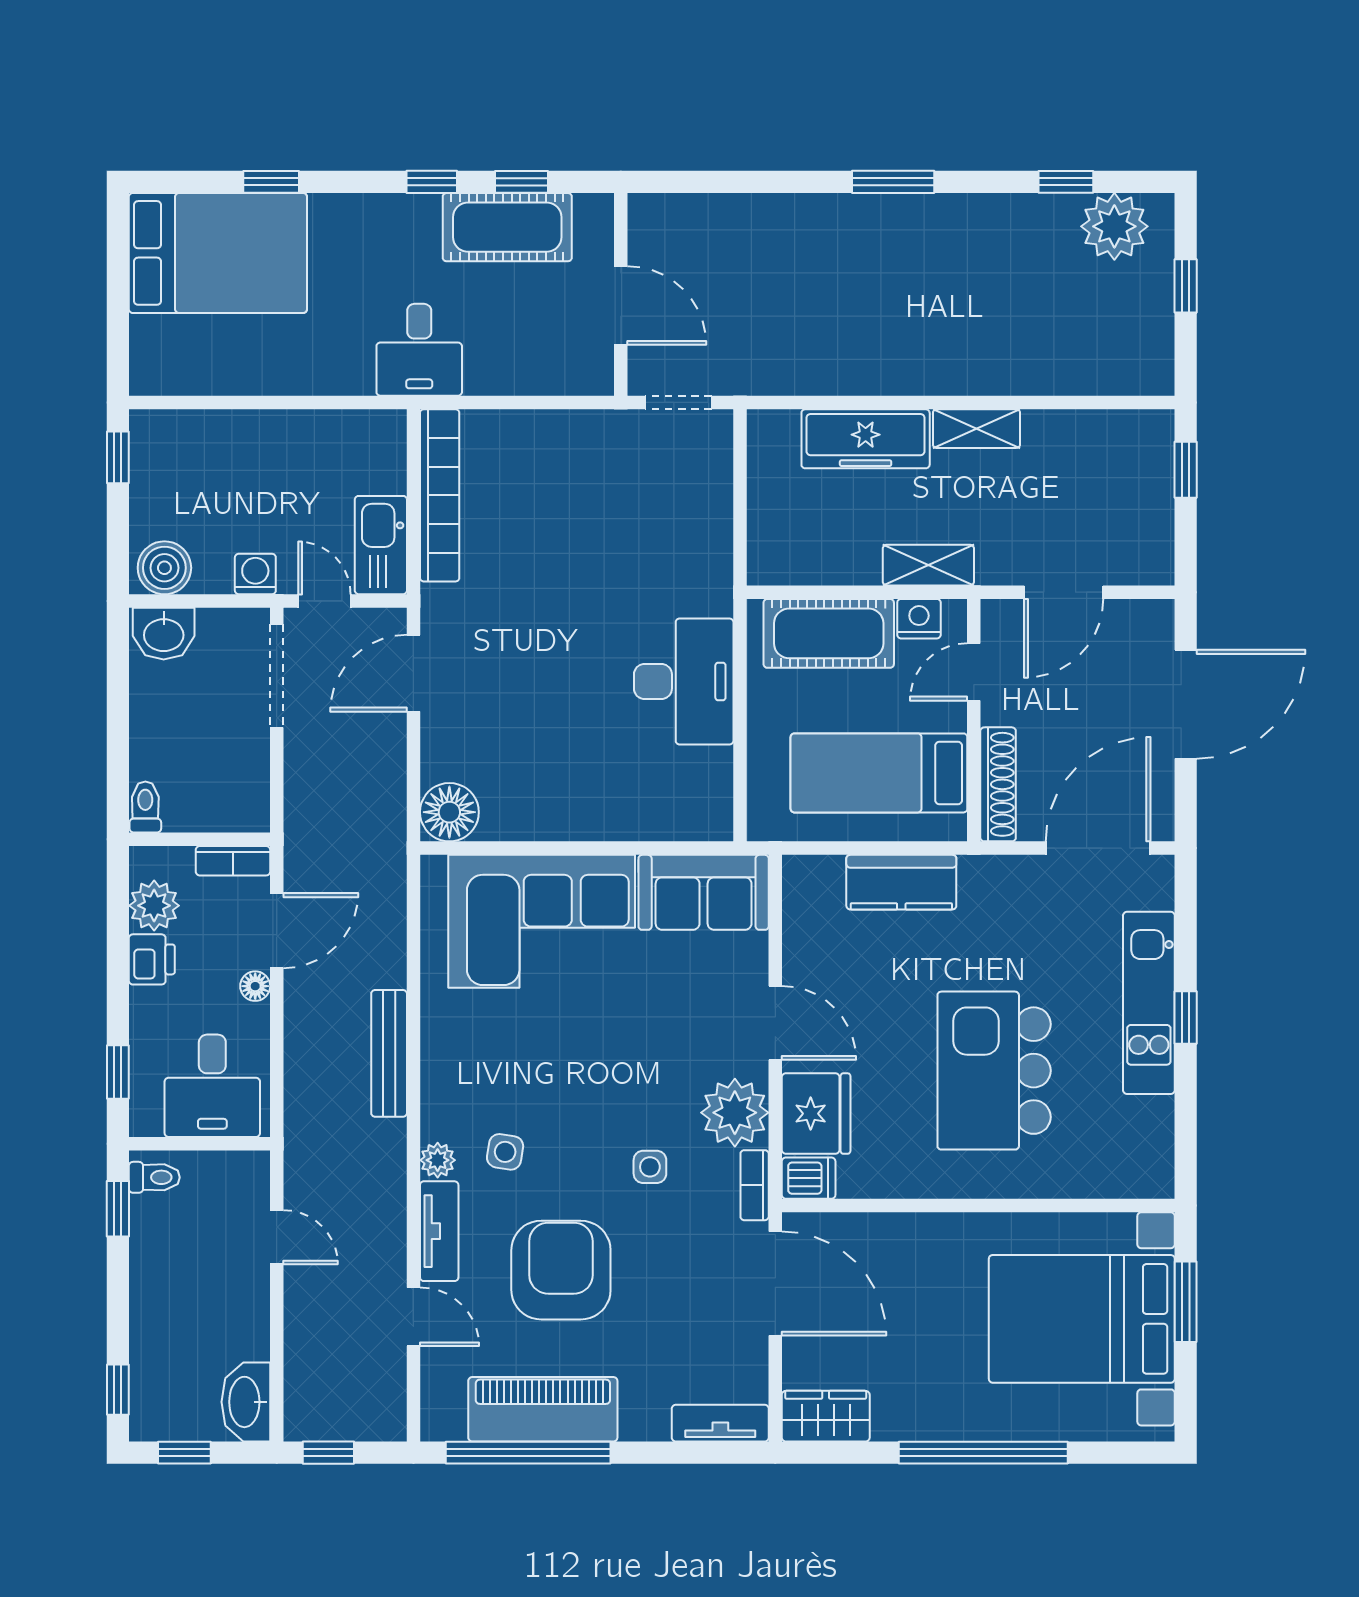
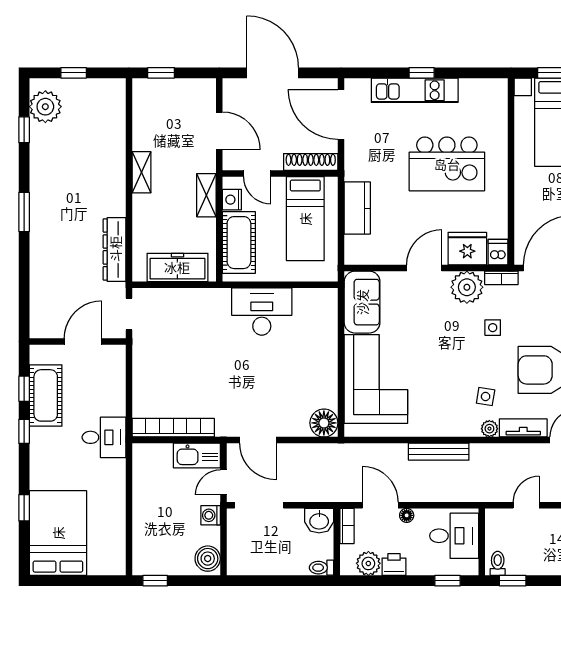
dresser: (814, 372) -> (115, 249), added
freezer: (866, 439) -> (177, 267), moved, turned -90
washbasin: (164, 634) -> (319, 521), moved, turned 90

